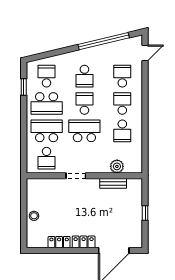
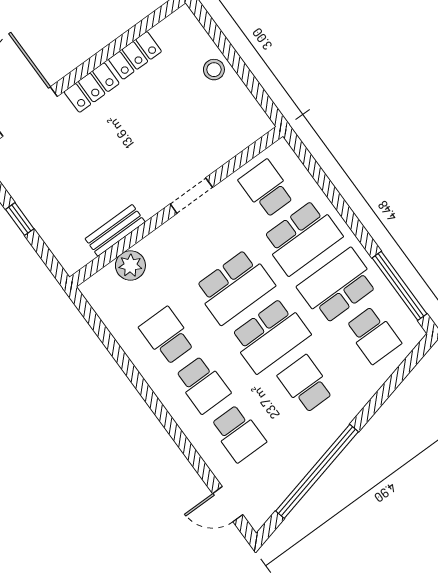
door: (145, 53) -> (228, 504), hinge flipped
window: (24, 87) -> (400, 286), width x2.17
school desk: (84, 103) -> (270, 335), width x1.85

